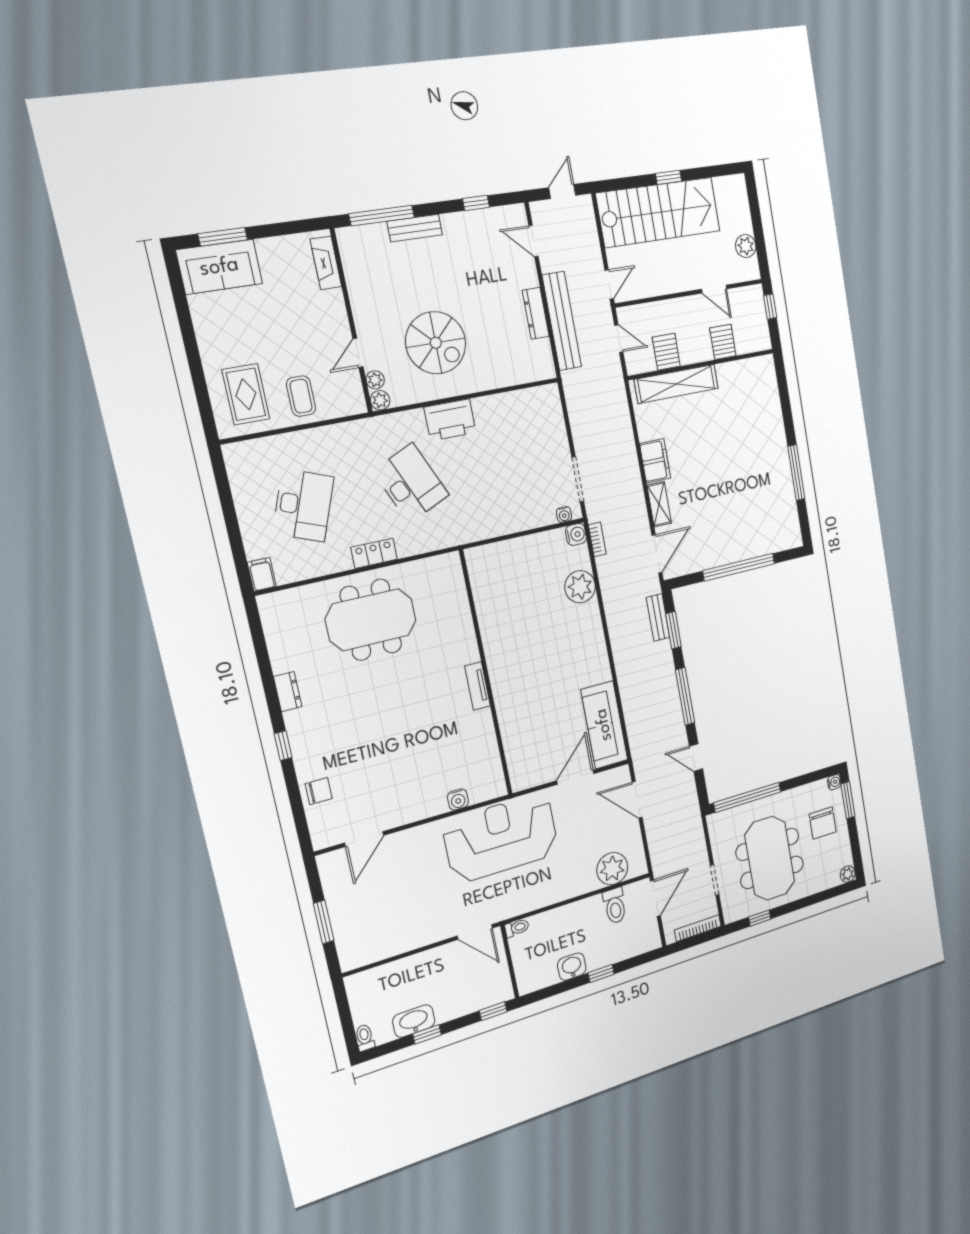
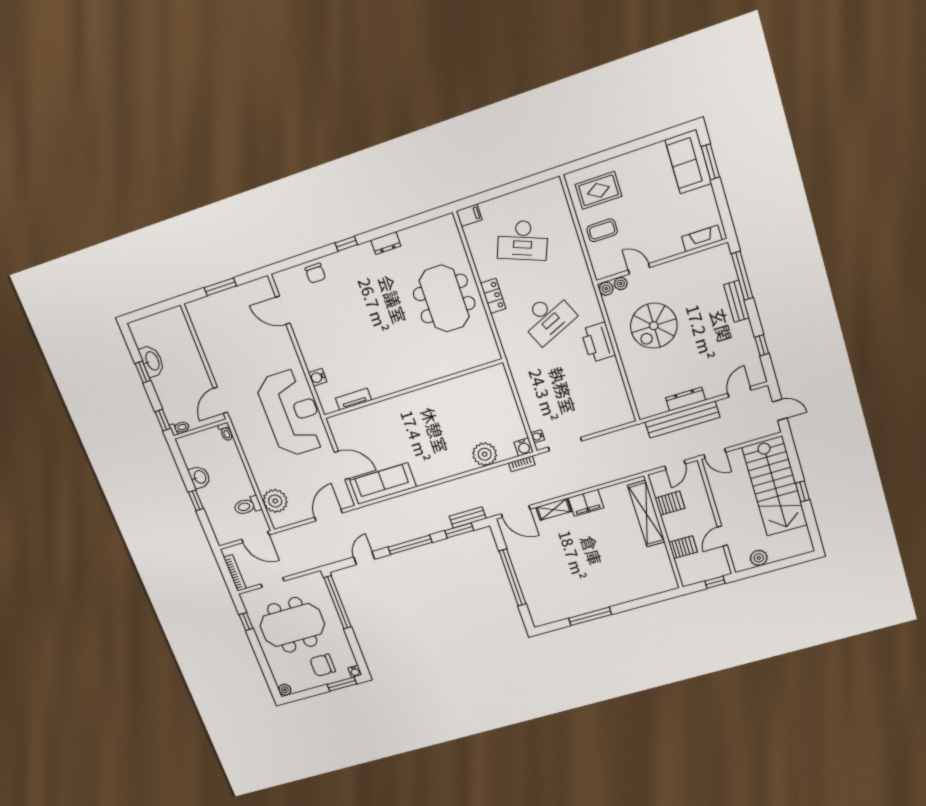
tv unit: (477, 686) -> (354, 399), moved
toilet: (365, 1038) -> (180, 428), moved

